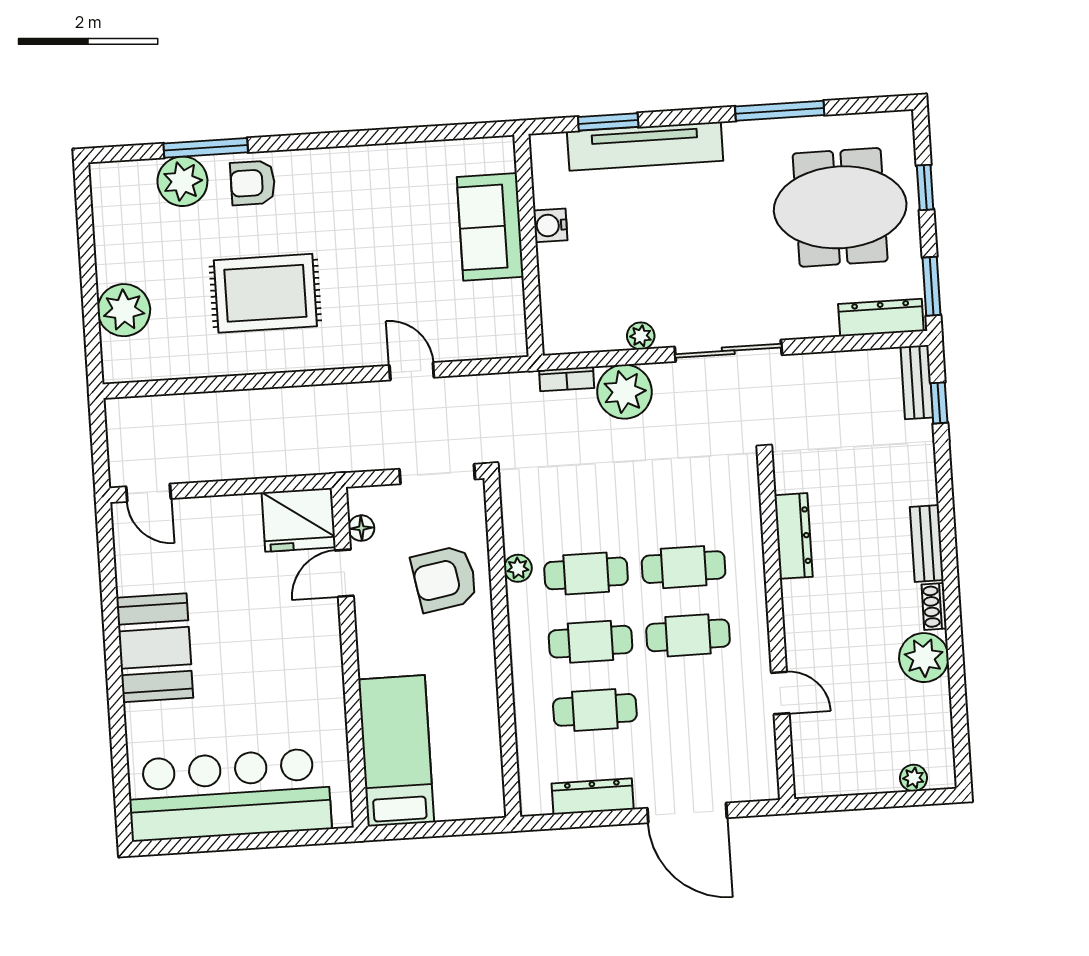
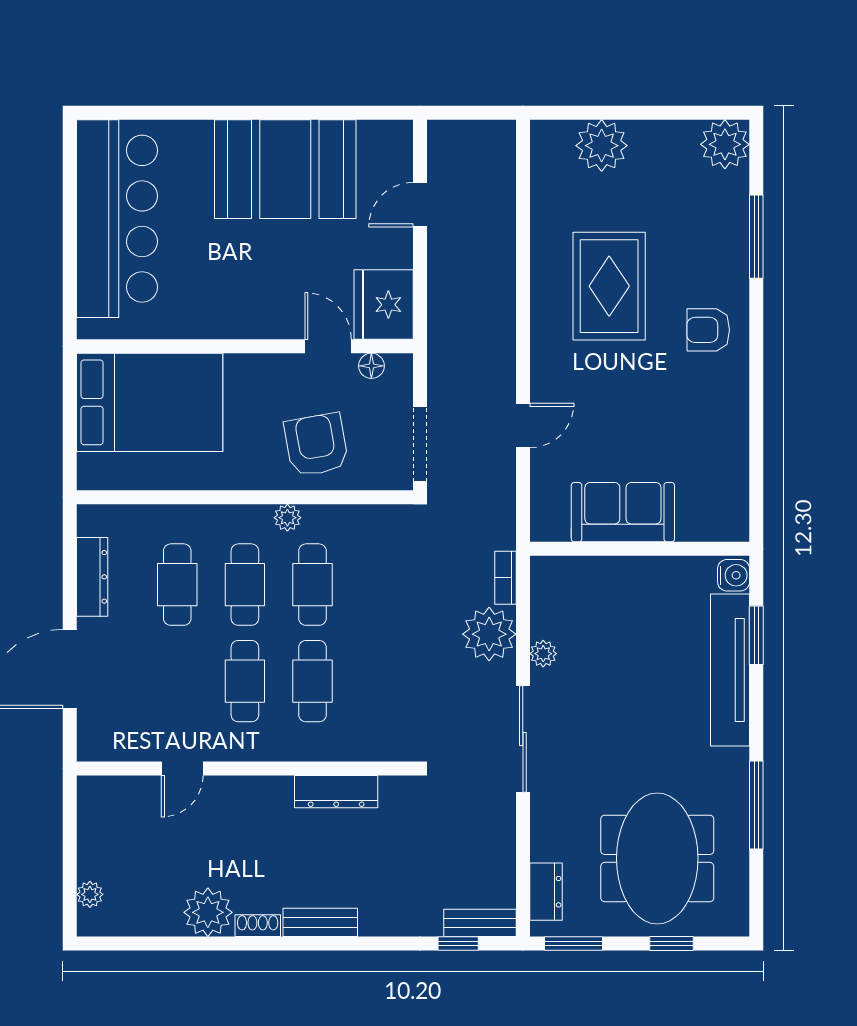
plant: (182, 181) -> (725, 144), moved
armchair: (253, 183) -> (708, 330), moved, turned -90
water cooler: (550, 225) -> (734, 575), moved, turned 90
sofa: (490, 227) -> (623, 512), moved
dresser: (881, 318) -> (546, 892), width x0.70
door: (149, 493) -> (420, 205), moved
plant: (518, 568) -> (287, 518), moved
booth: (155, 648) -> (285, 169), width x1.36, depth x1.42
bed: (396, 751) -> (150, 402), width x1.50

